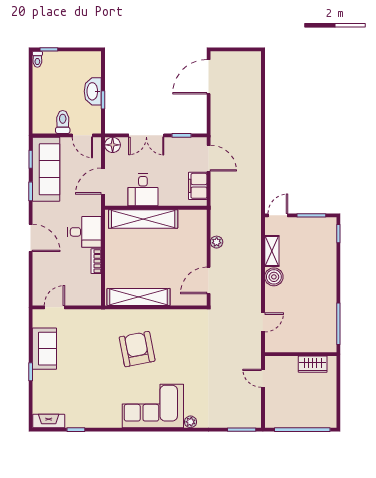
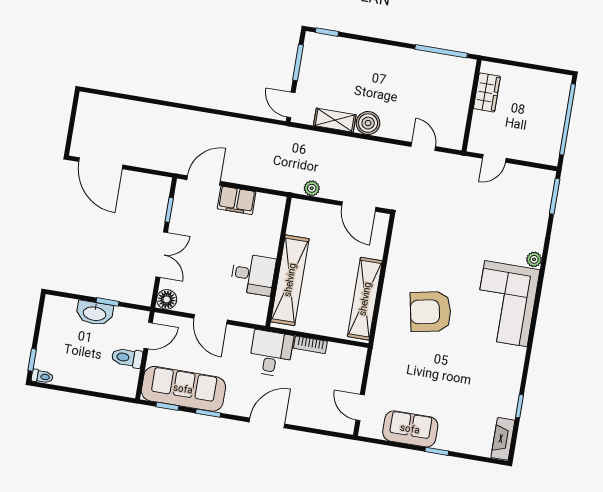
desk: (143, 190) -> (253, 274), moved
wall: (156, 208) -> (278, 262), moved
shelving: (143, 219) -> (290, 280), moved

